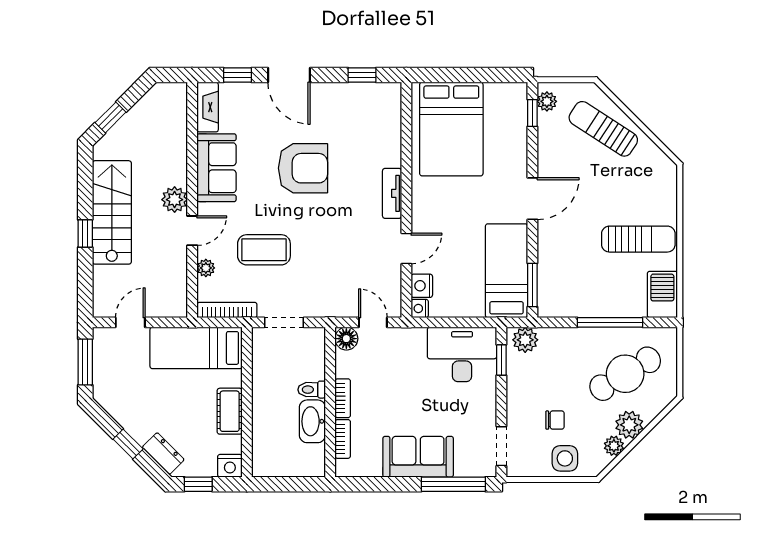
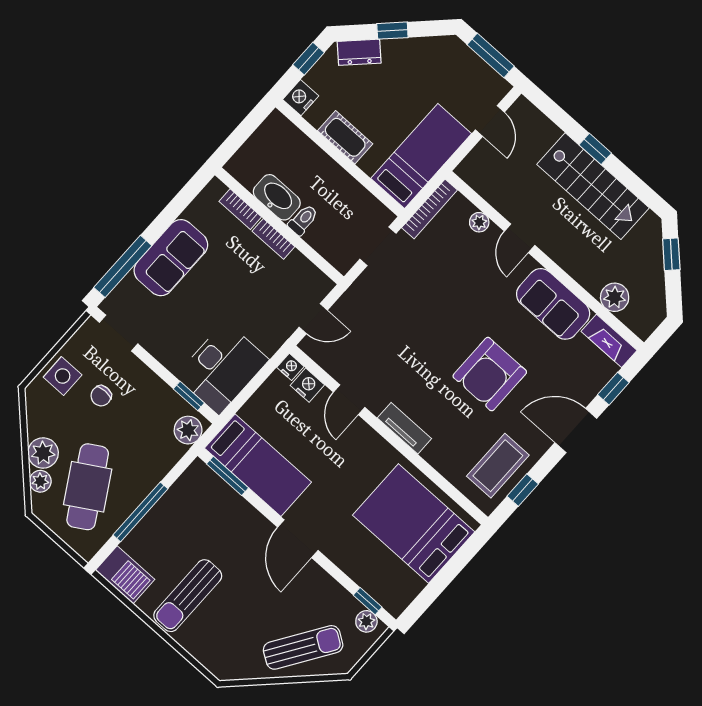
plant: (175, 200) -> (615, 297), moved
coffee table: (264, 250) -> (498, 466), moved
floor lamp: (346, 339) -> (319, 285), removed
plant: (614, 446) -> (40, 481), moved

